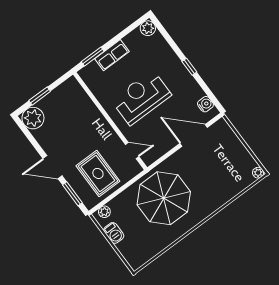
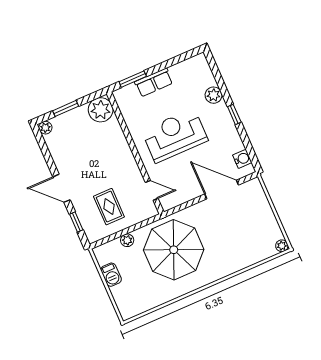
plant: (148, 28) -> (214, 95), moved
plant: (71, 90) -> (101, 110), added
plant: (33, 118) -> (45, 128), width x0.53, depth x0.53
rug: (98, 173) -> (109, 207), width x0.73, depth x0.70
window: (72, 194) -> (76, 222), width x0.67
plant: (104, 212) -> (127, 240), moved

